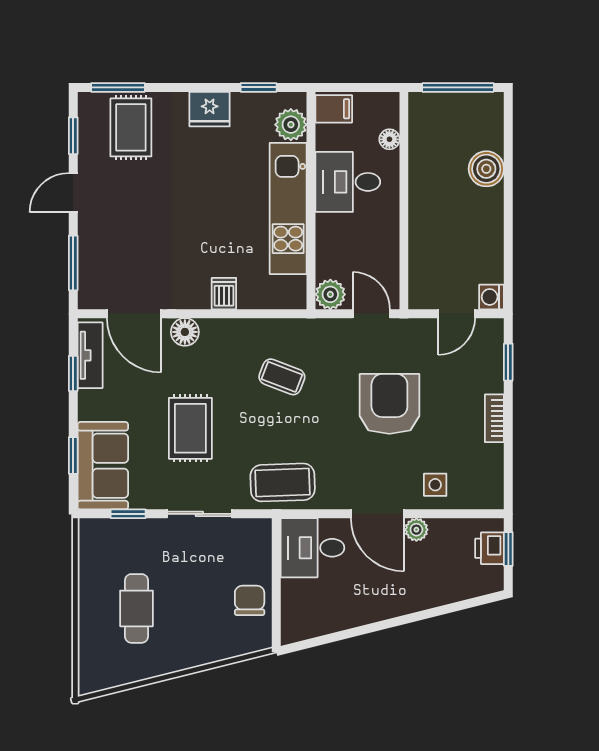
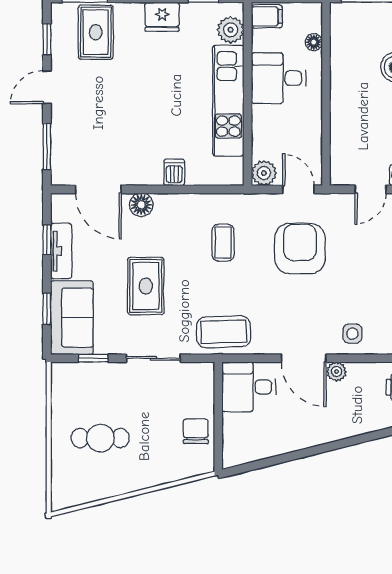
tv unit: (90, 355) -> (61, 251), moved
coffee table: (282, 377) -> (223, 243), turned 69
armchair: (389, 404) -> (300, 248), moved
cafe table: (136, 608) -> (100, 438), turned 90

